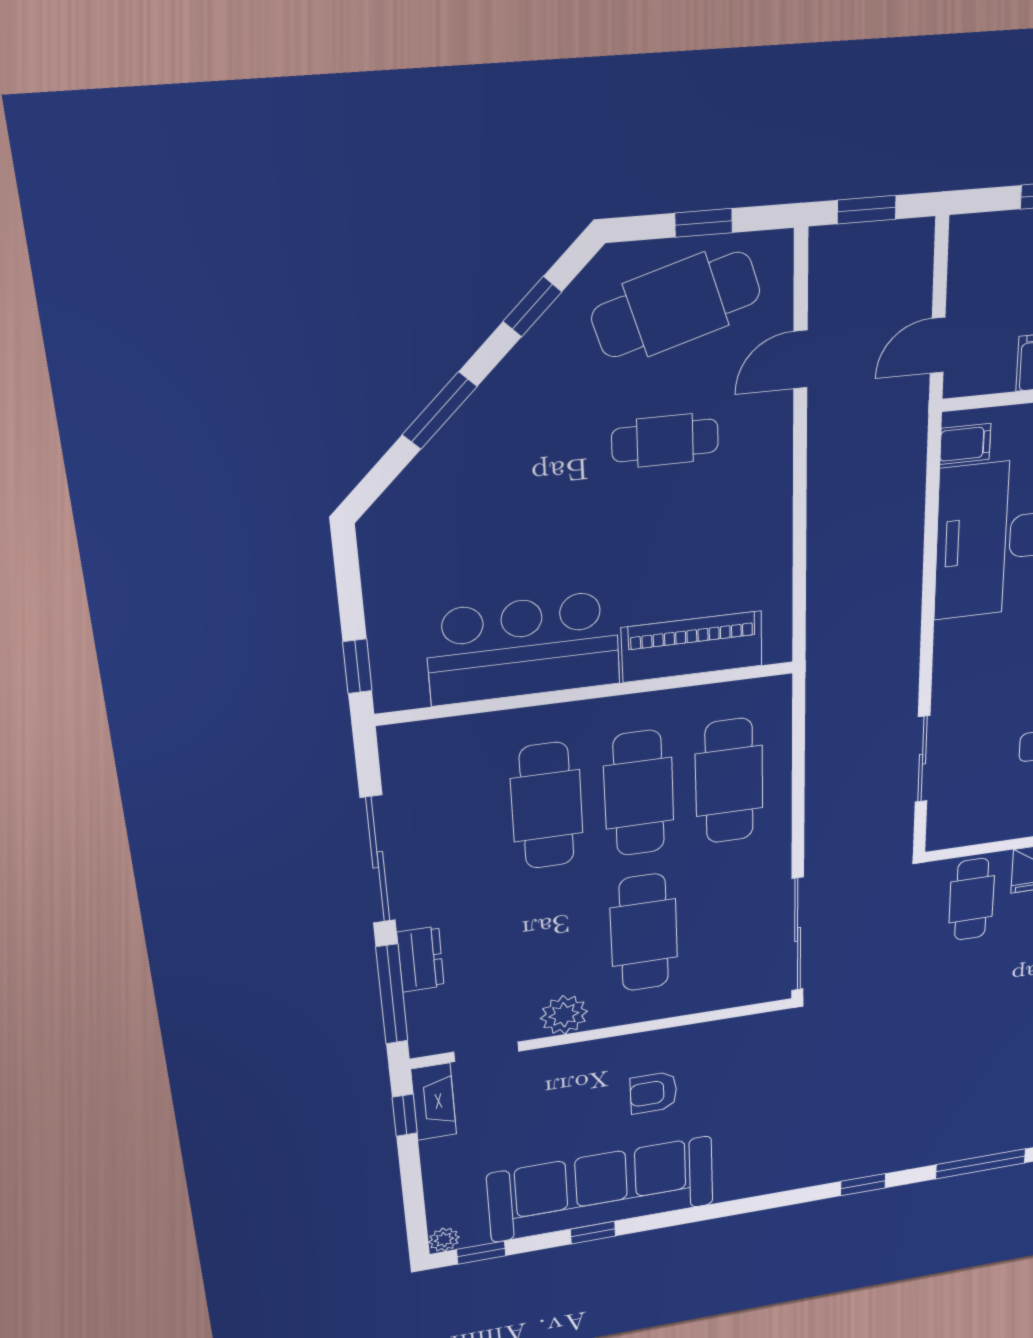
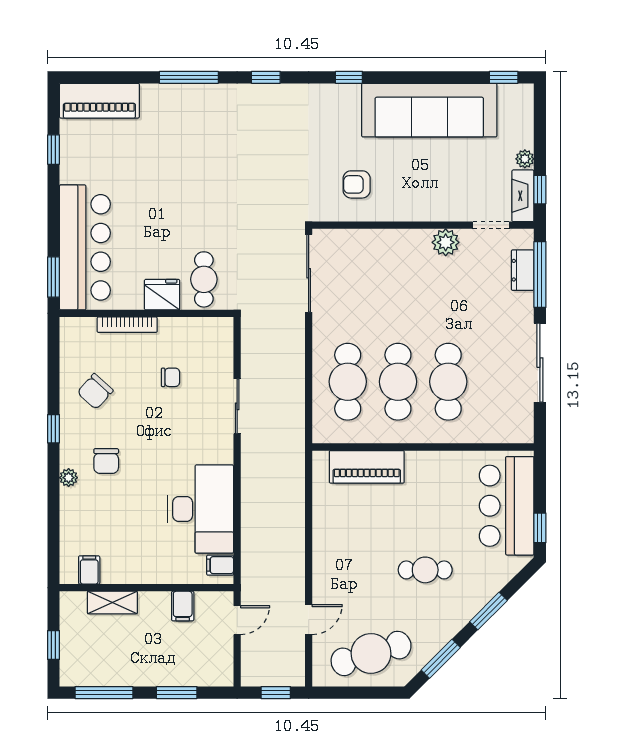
window: (704, 223) -> (357, 693), removed
window: (532, 307) -> (441, 659), width x1.50
cafe table: (665, 440) -> (425, 570), moved
bar counter: (523, 648) -> (507, 506), moved, turned 90
window: (357, 666) -> (540, 528), moved
sliding door: (922, 759) -> (237, 406), moved
cafe table: (644, 933) -> (398, 290), removed
dresser: (420, 959) -> (523, 270), moved
armchair: (654, 1093) -> (357, 184), moved, turned 180
window: (593, 1233) -> (349, 77), moved
plant: (444, 1240) -> (525, 159), moved

